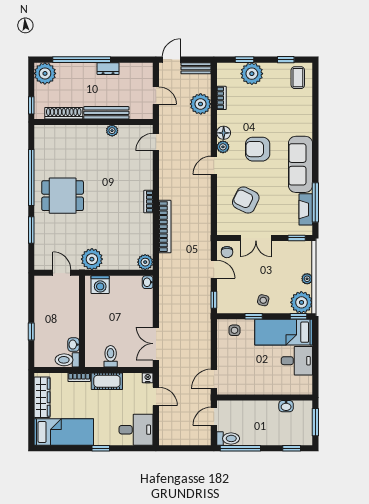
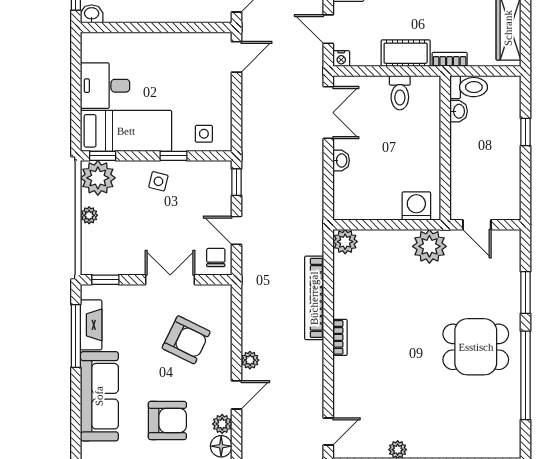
plant: (205, 187) -> (250, 360), added
washbasin: (148, 282) -> (341, 160), moved
washbasin: (286, 406) -> (92, 14), moved

